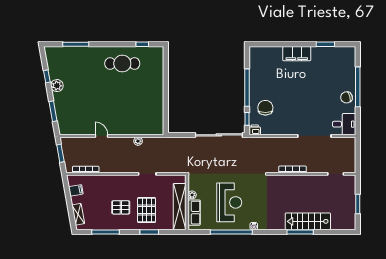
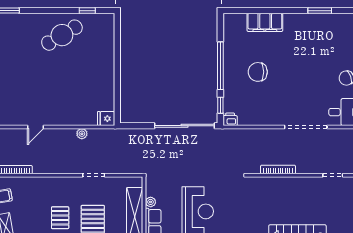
filing cabinet: (297, 54) -> (265, 22), moved
cafe table: (122, 63) -> (62, 35), turned -31
chair: (265, 108) -> (258, 72), moved, turned -90
fridge: (157, 129) -> (106, 119), added
door: (101, 136) -> (36, 127), swing flipped
pallet: (121, 207) -> (60, 218), turned 90

